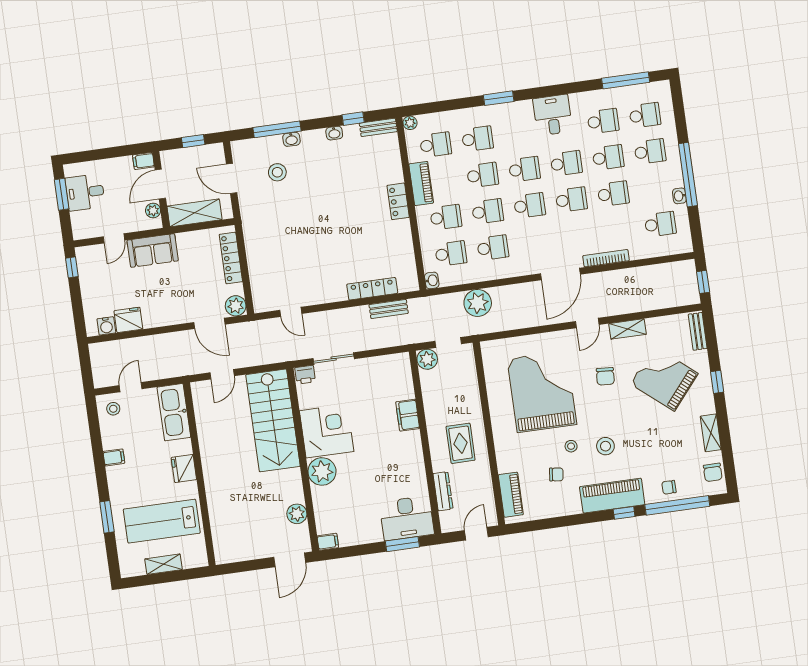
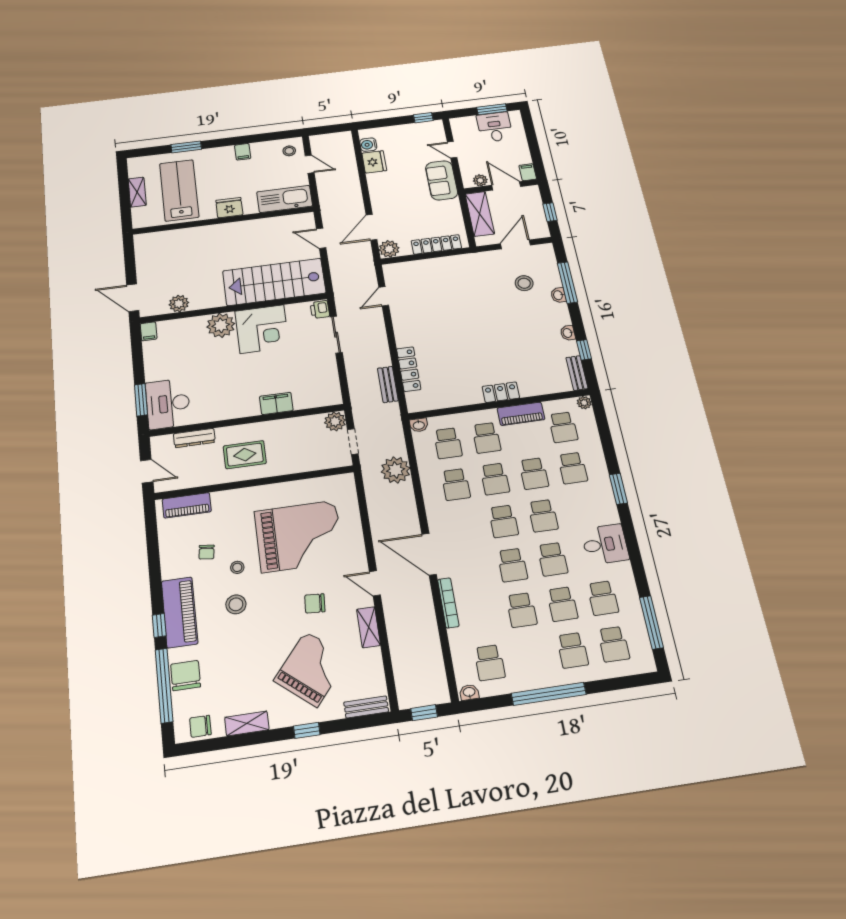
washbasin: (679, 196) -> (469, 692), moved
chair: (669, 487) -> (186, 676), width x1.87, depth x1.87

